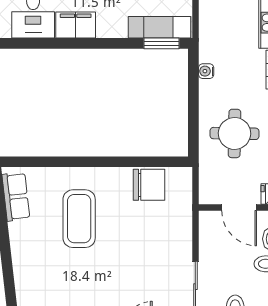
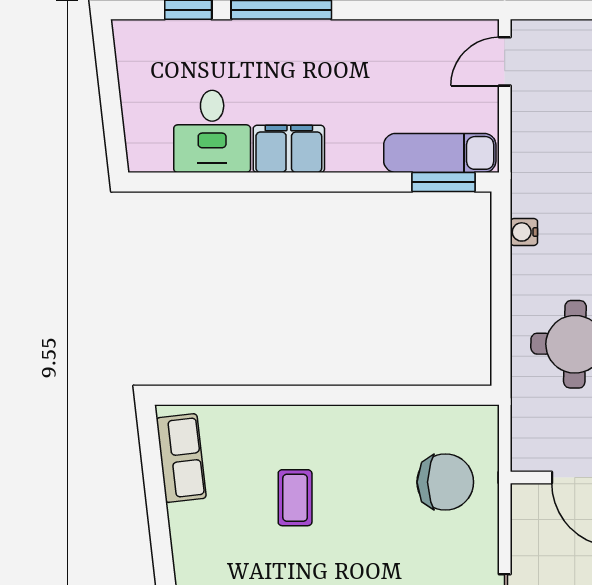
chair: (149, 185) -> (445, 482), moved
coffee table: (79, 219) -> (295, 498), width x0.54, depth x0.58

